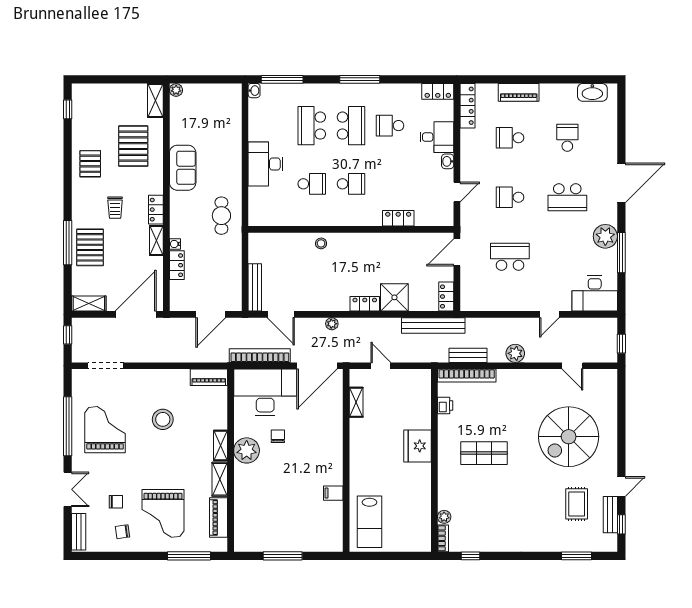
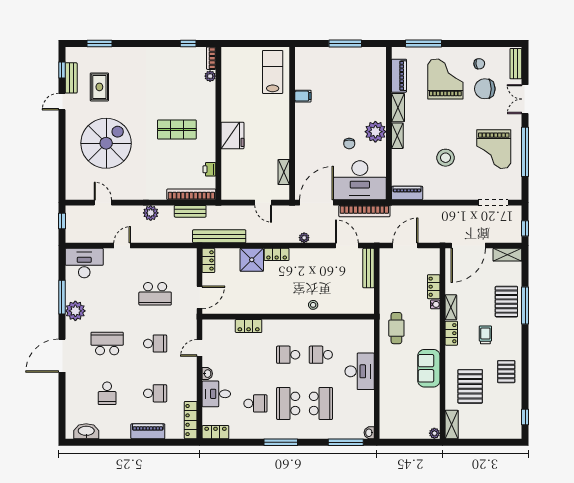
chair: (116, 502) -> (485, 89), width x1.87, depth x1.87

